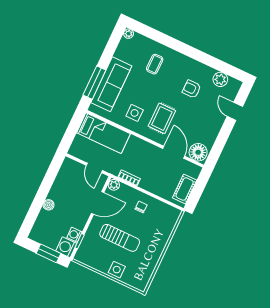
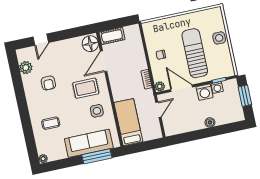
cot: (185, 189) -> (112, 36), moved
sun lounger: (120, 238) -> (195, 53), width x1.36, depth x1.34
washing machine: (66, 247) -> (205, 92), moved

